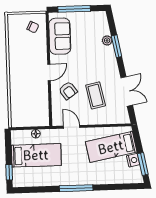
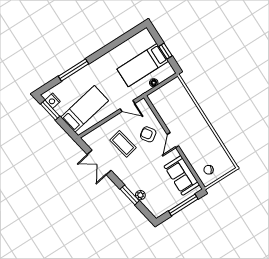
nightstand: (133, 160) -> (53, 101), moved
window: (9, 172) -> (166, 51), moved
window: (76, 188) -> (74, 70), moved

